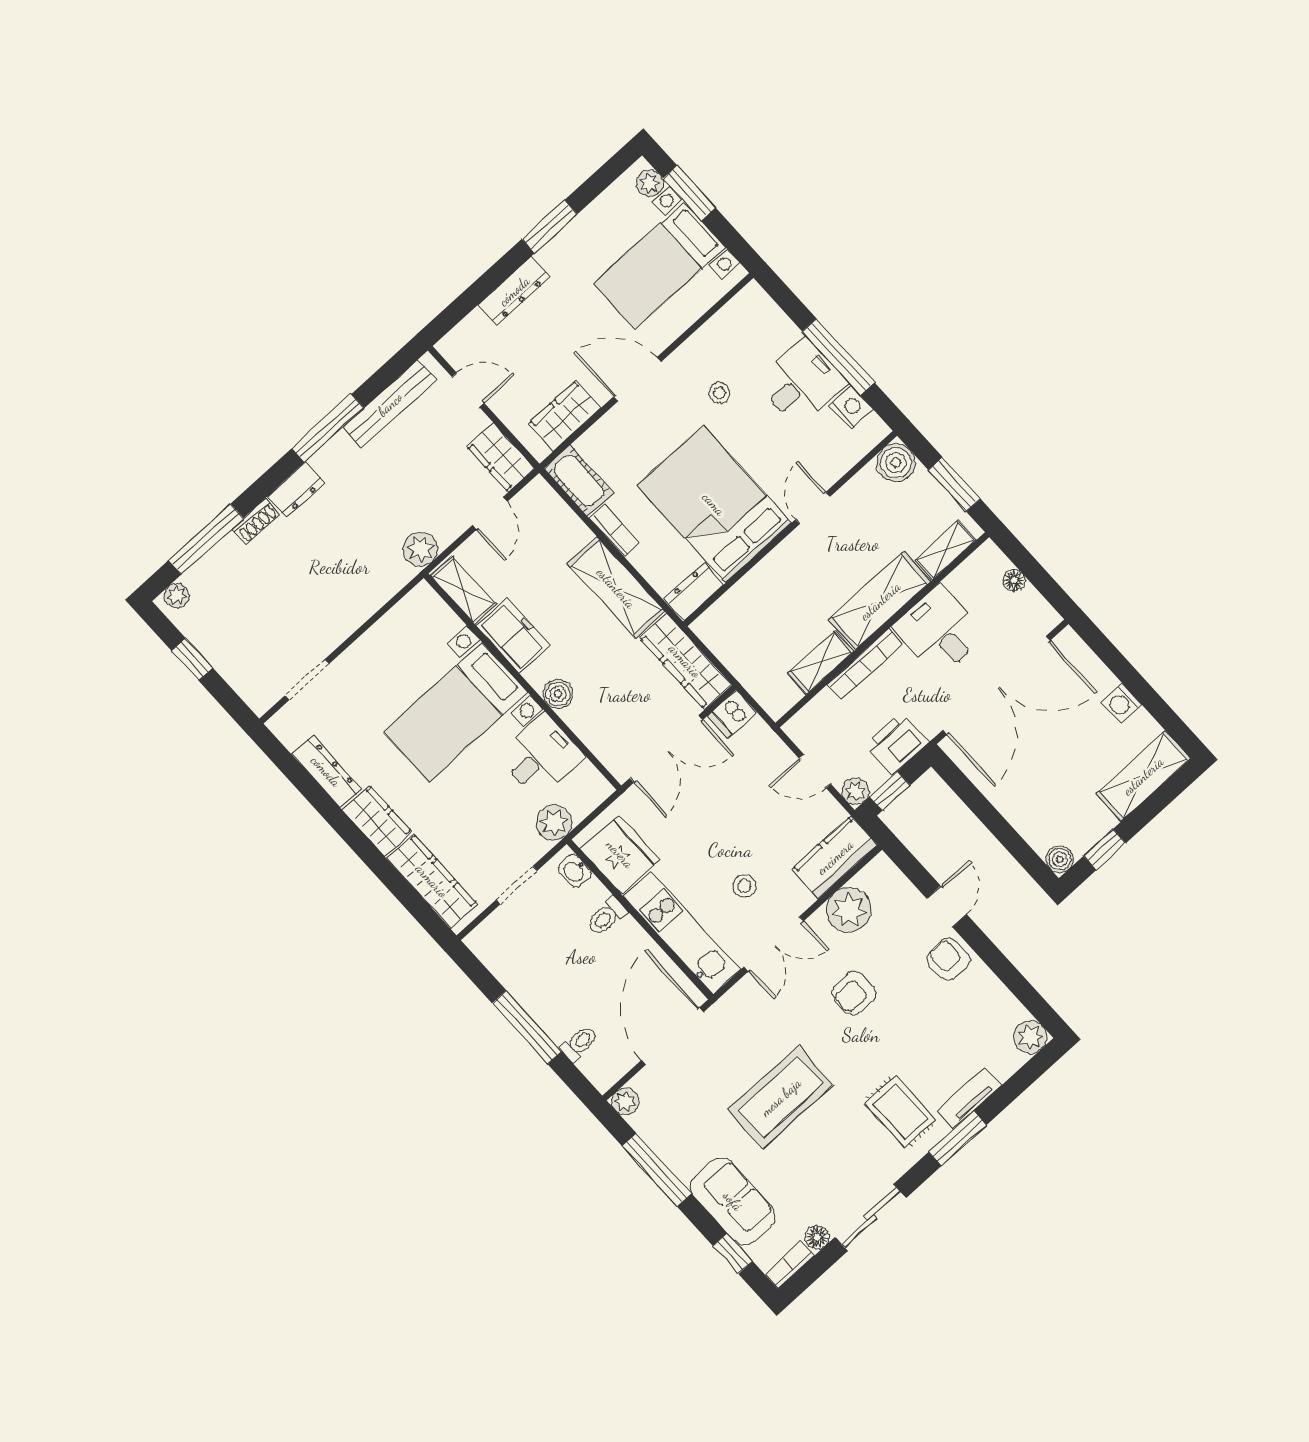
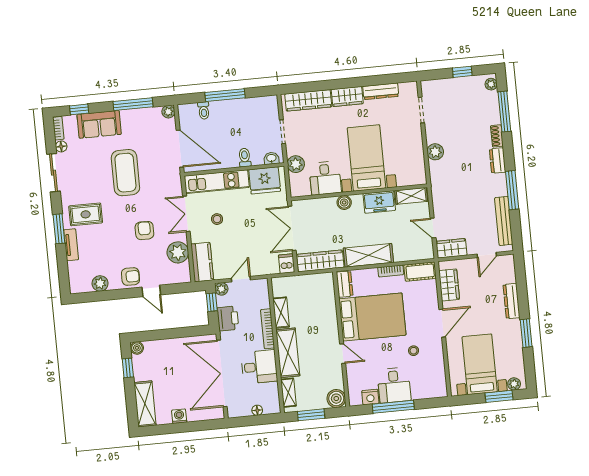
plant: (420, 549) -> (435, 152), moved
plant: (1030, 1037) -> (100, 283), moved

